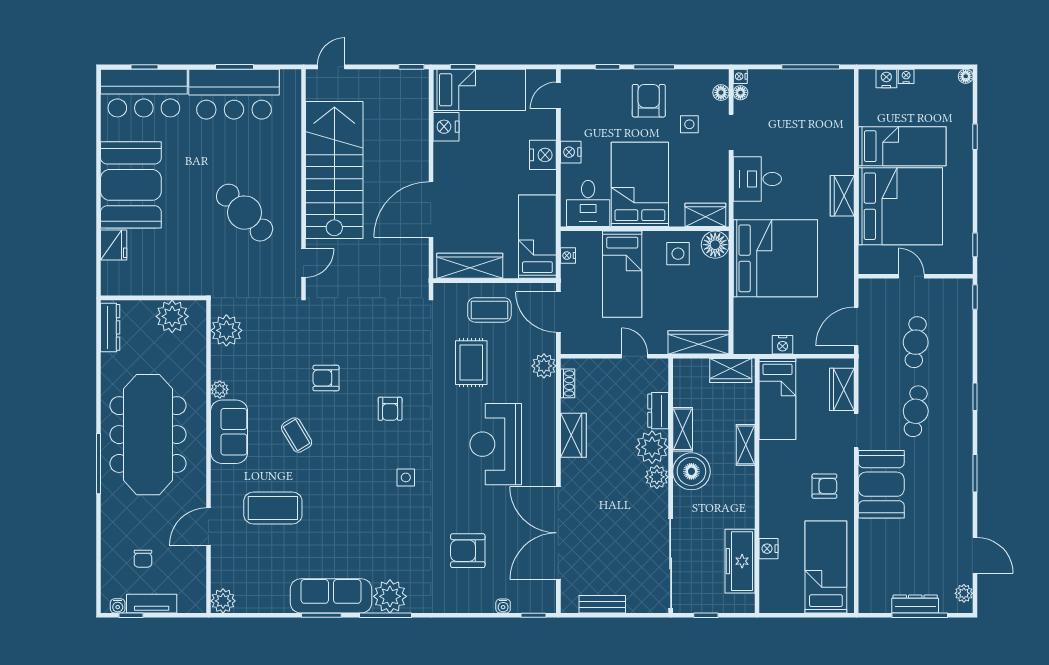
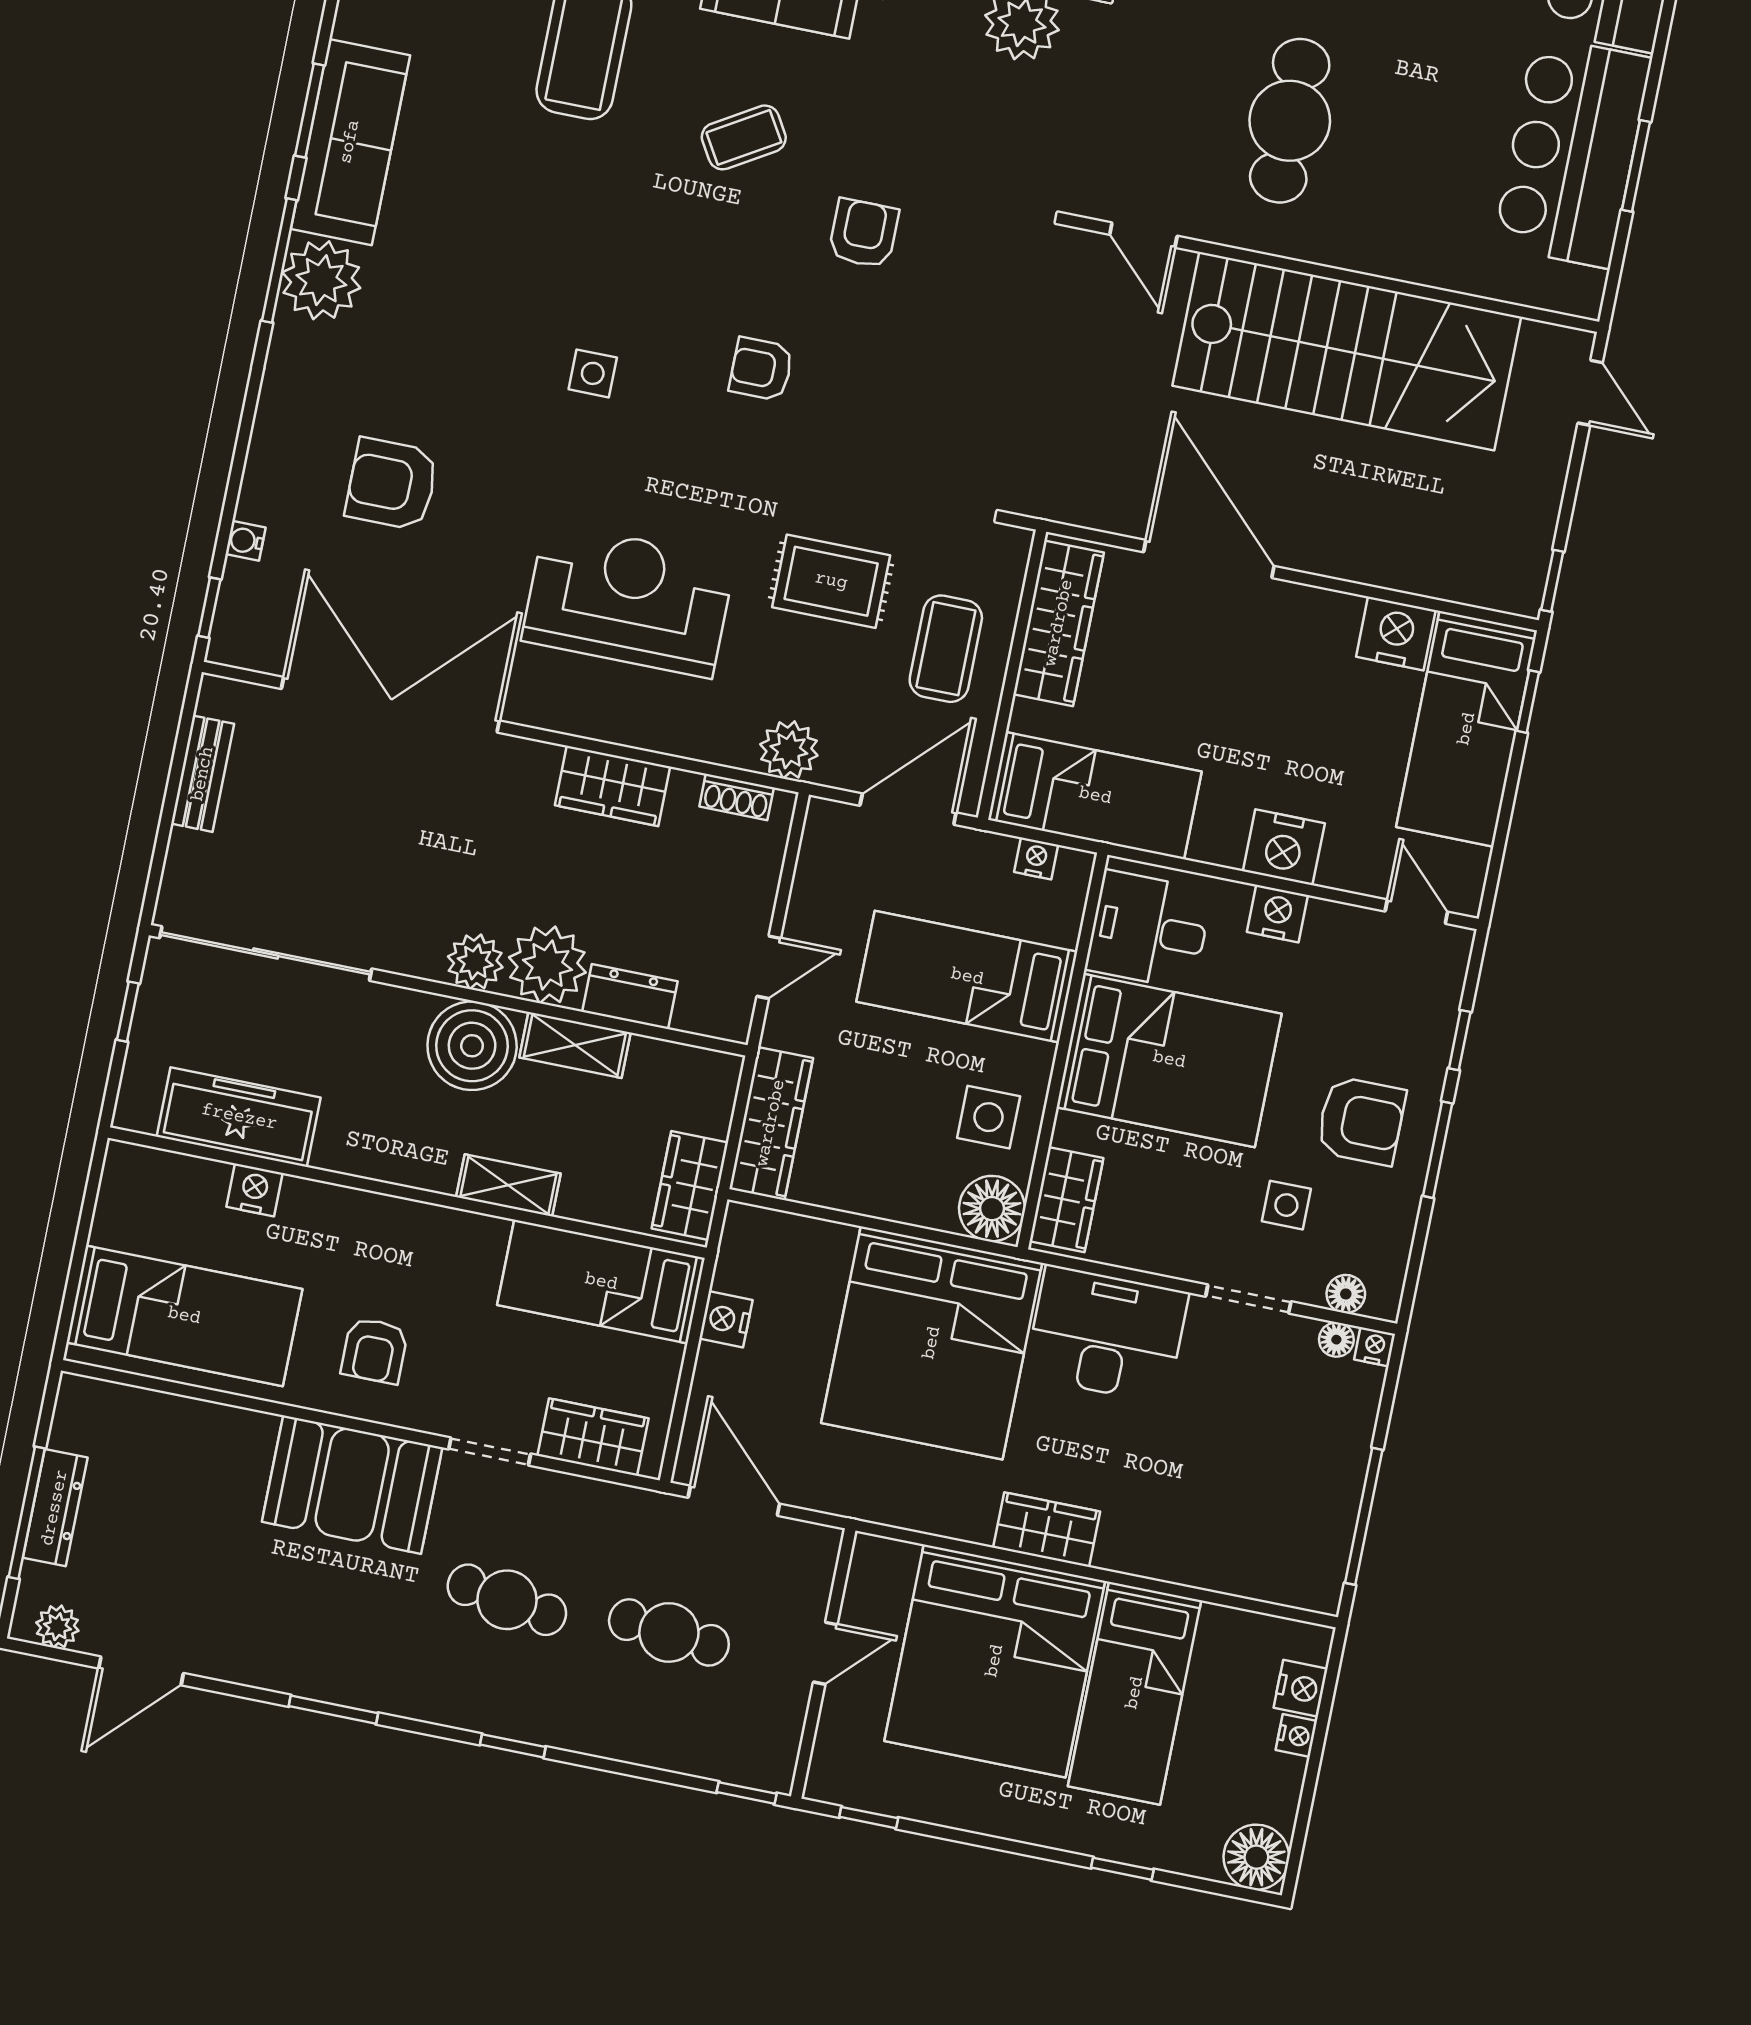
floor lamp: (966, 76) -> (1256, 1857), width x1.89, depth x1.89
desk: (757, 179) -> (1107, 1334), width x1.37
cafe table: (245, 213) -> (1290, 121), turned -46
armchair: (468, 551) -> (392, 484), turned -90

